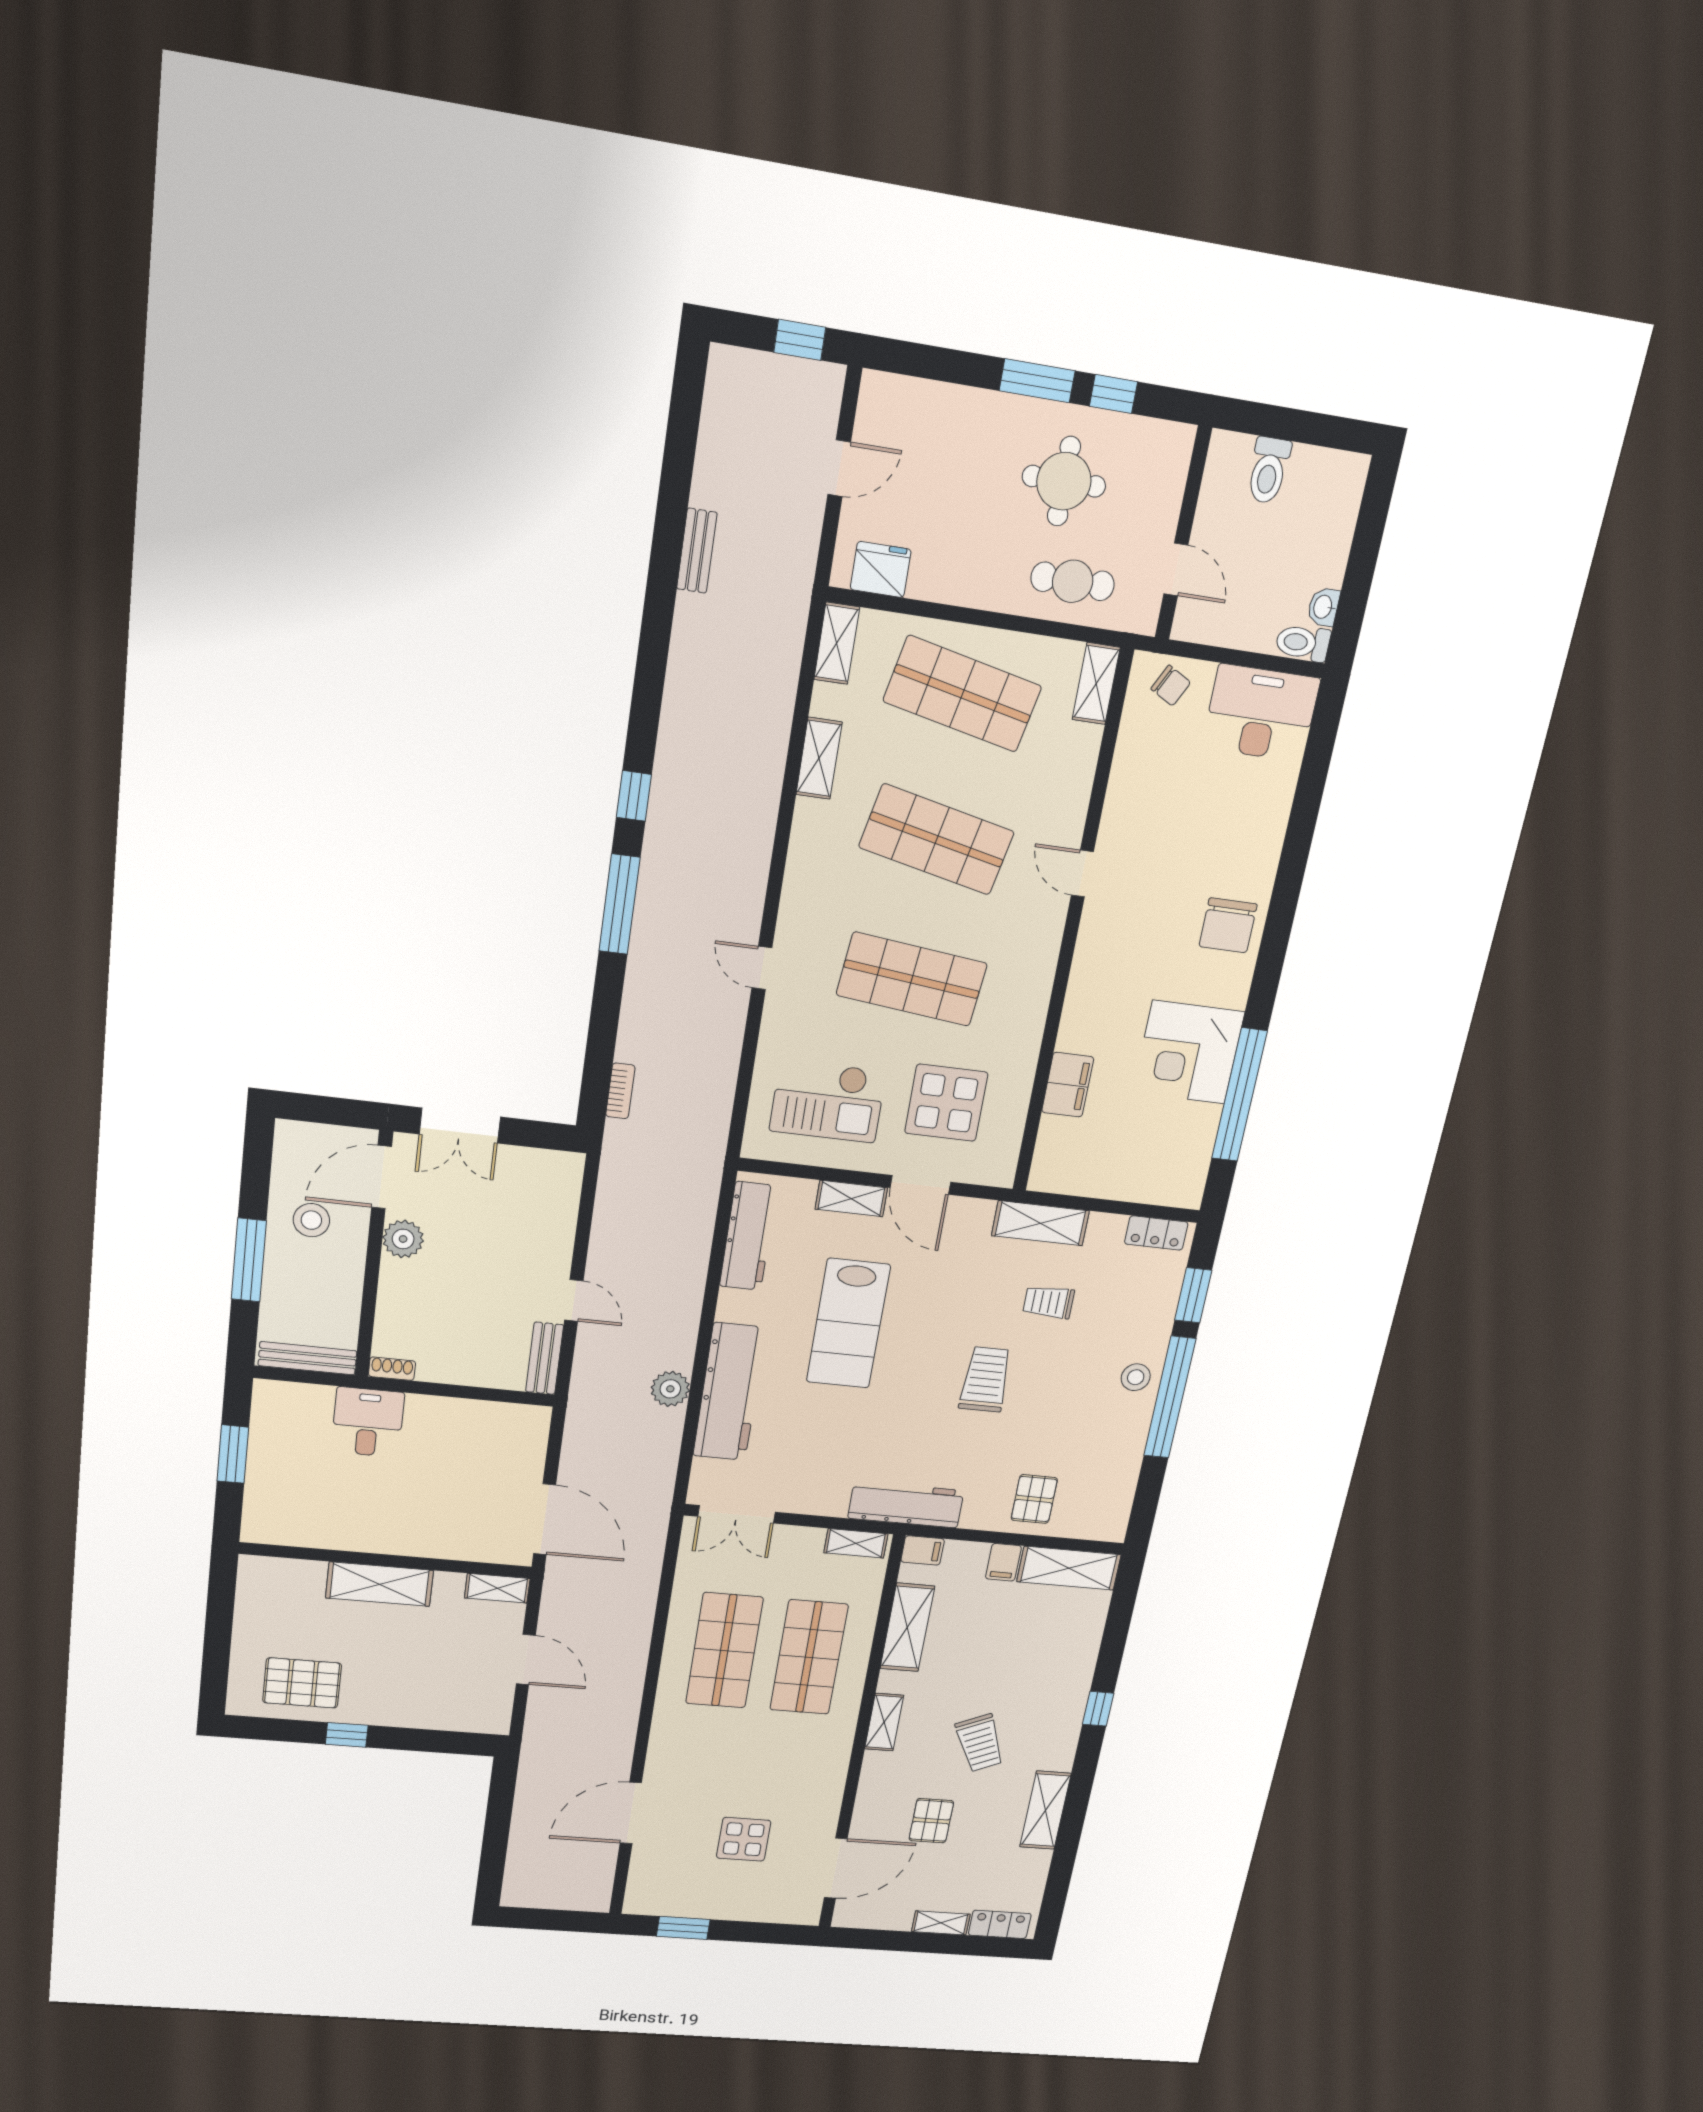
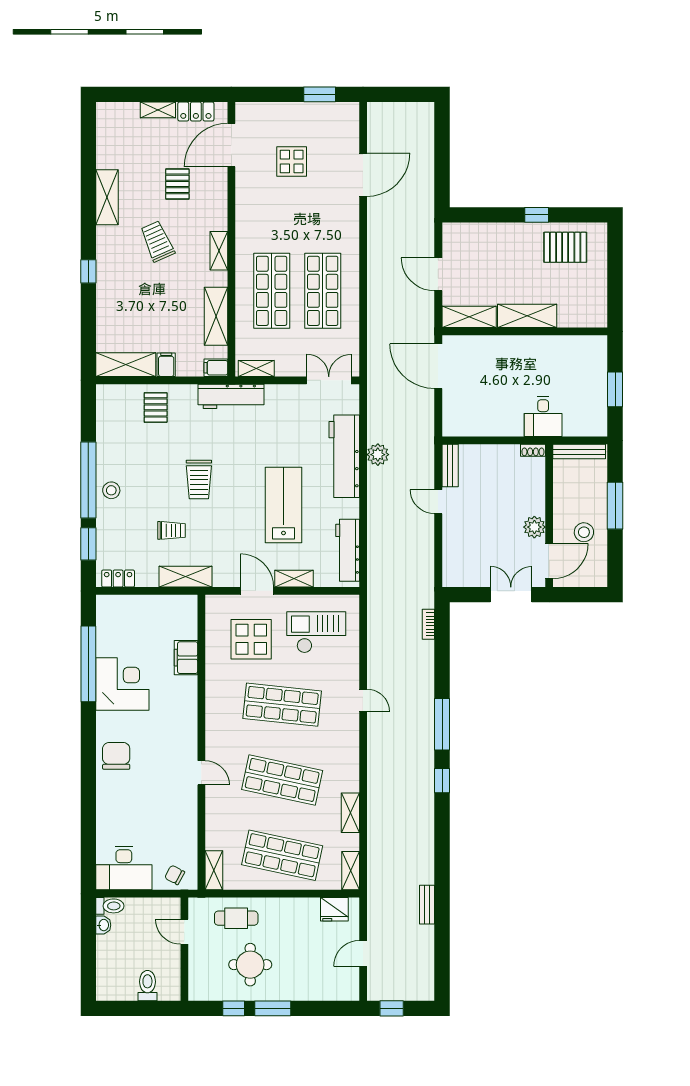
shelving: (497, 1588) -> (469, 317), width x1.50, depth x1.33
locker: (1000, 1924) -> (196, 112), moved

